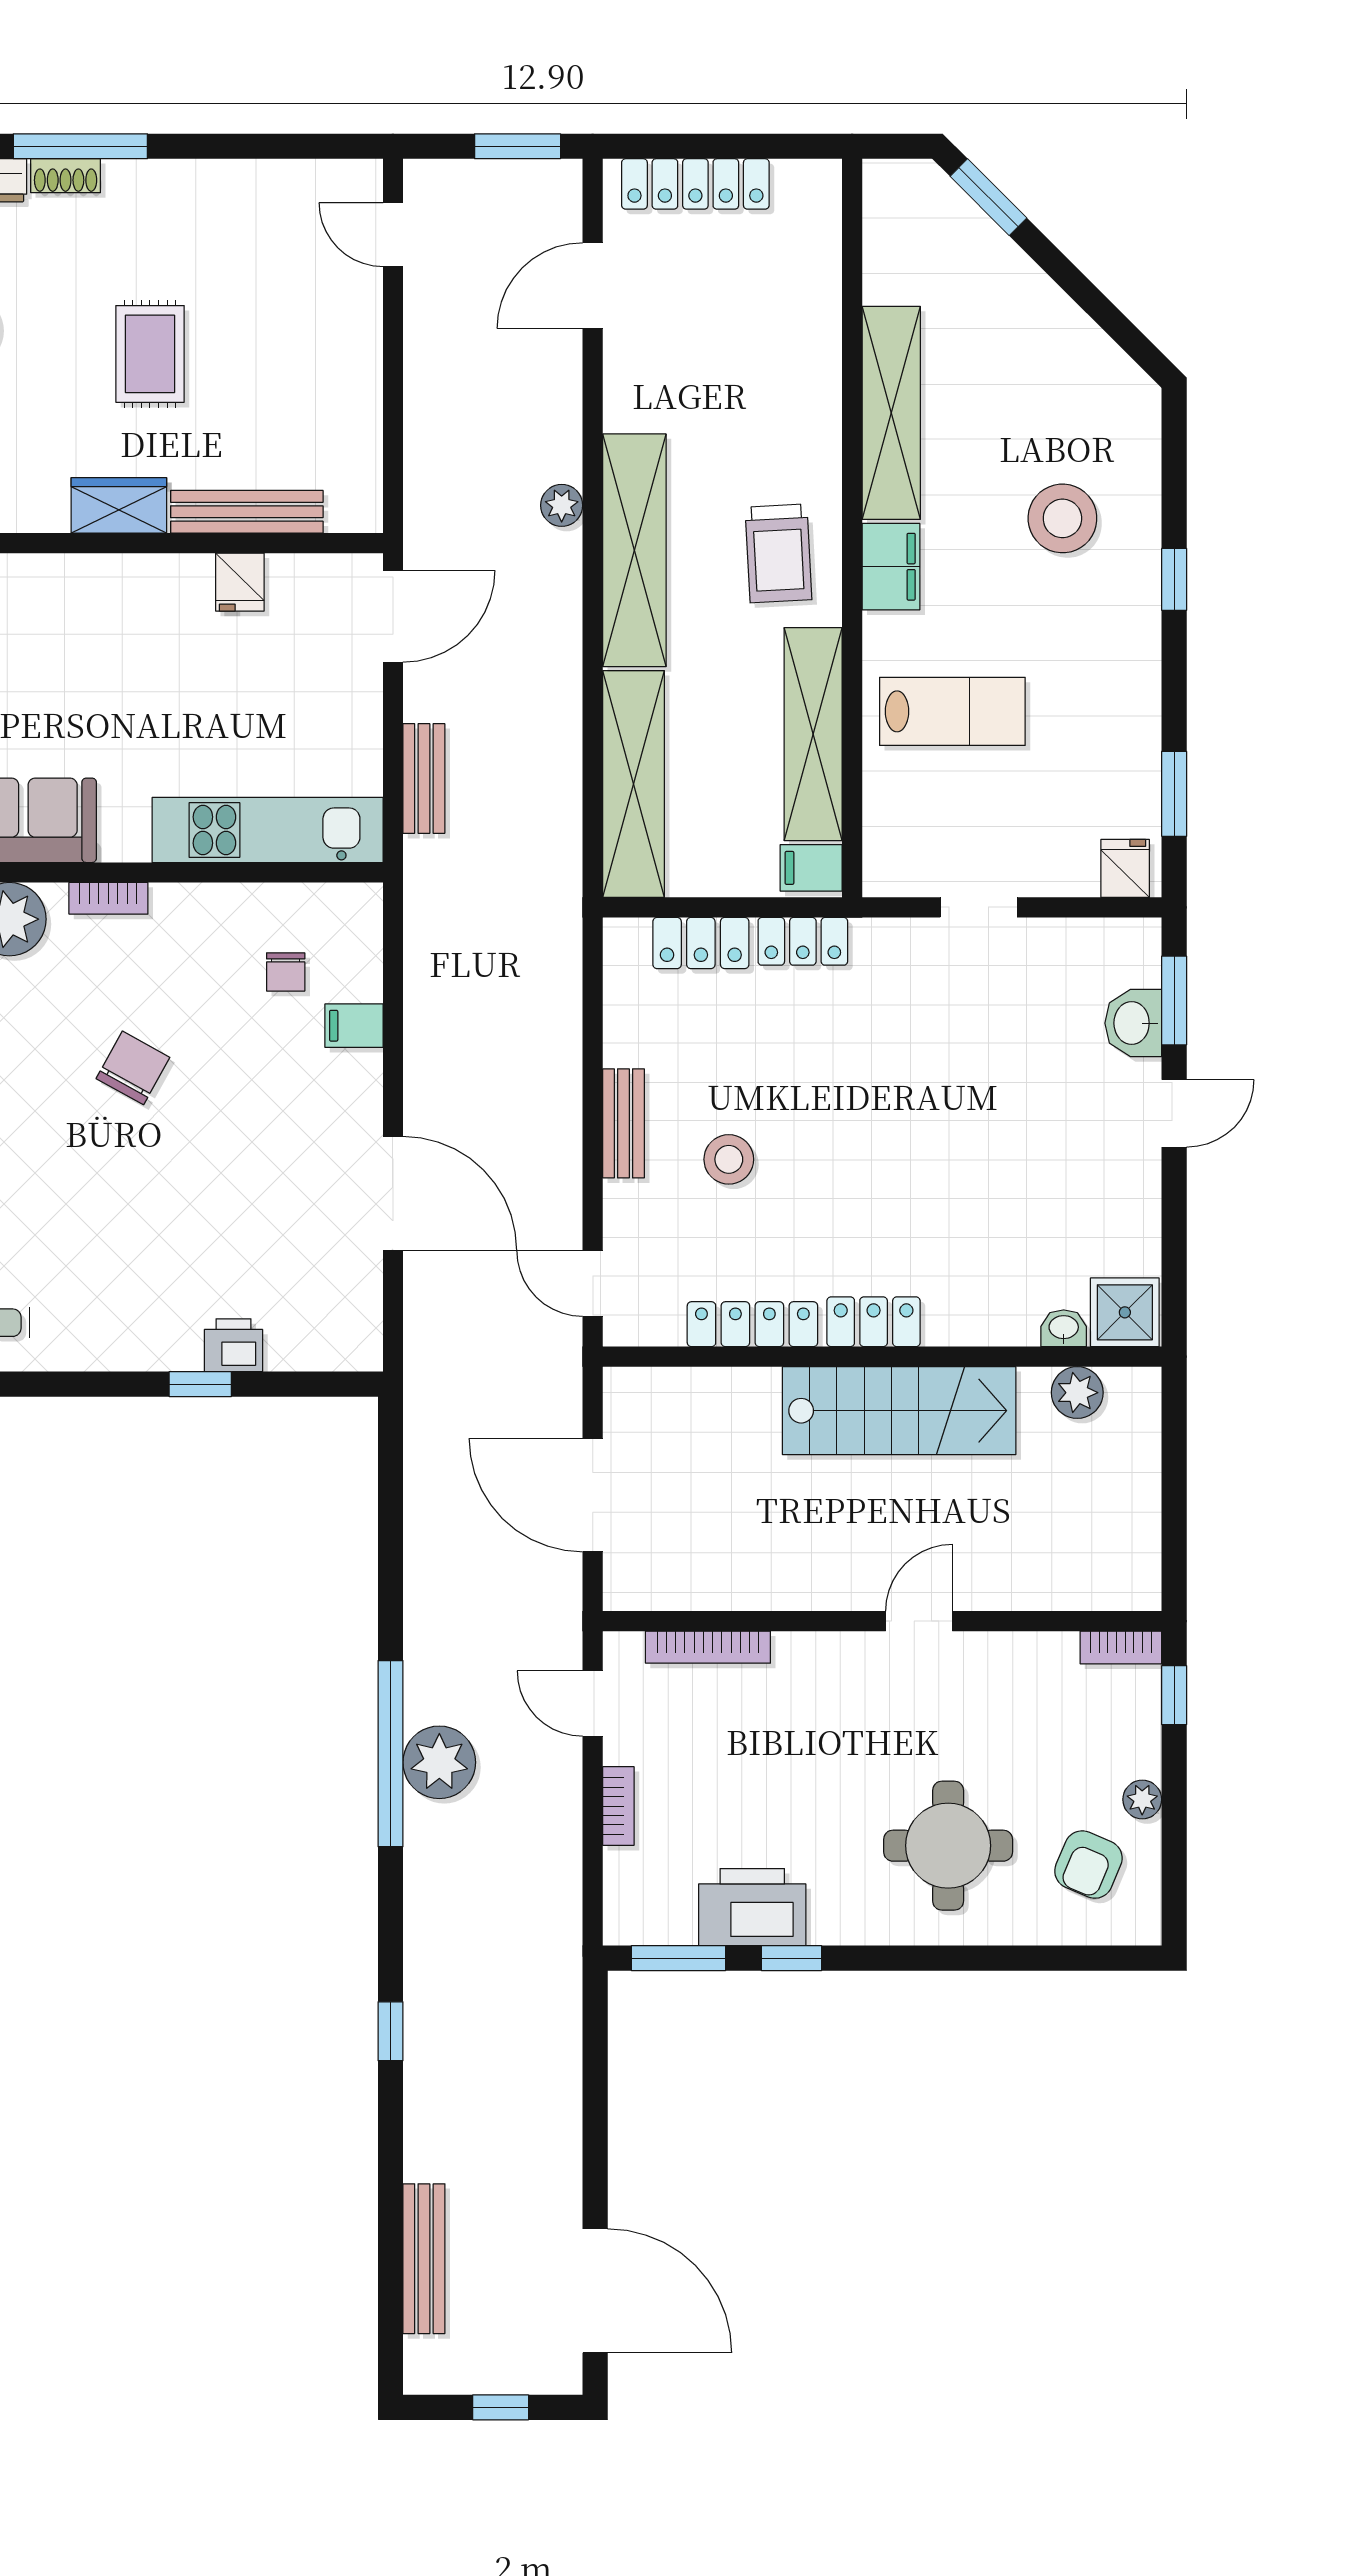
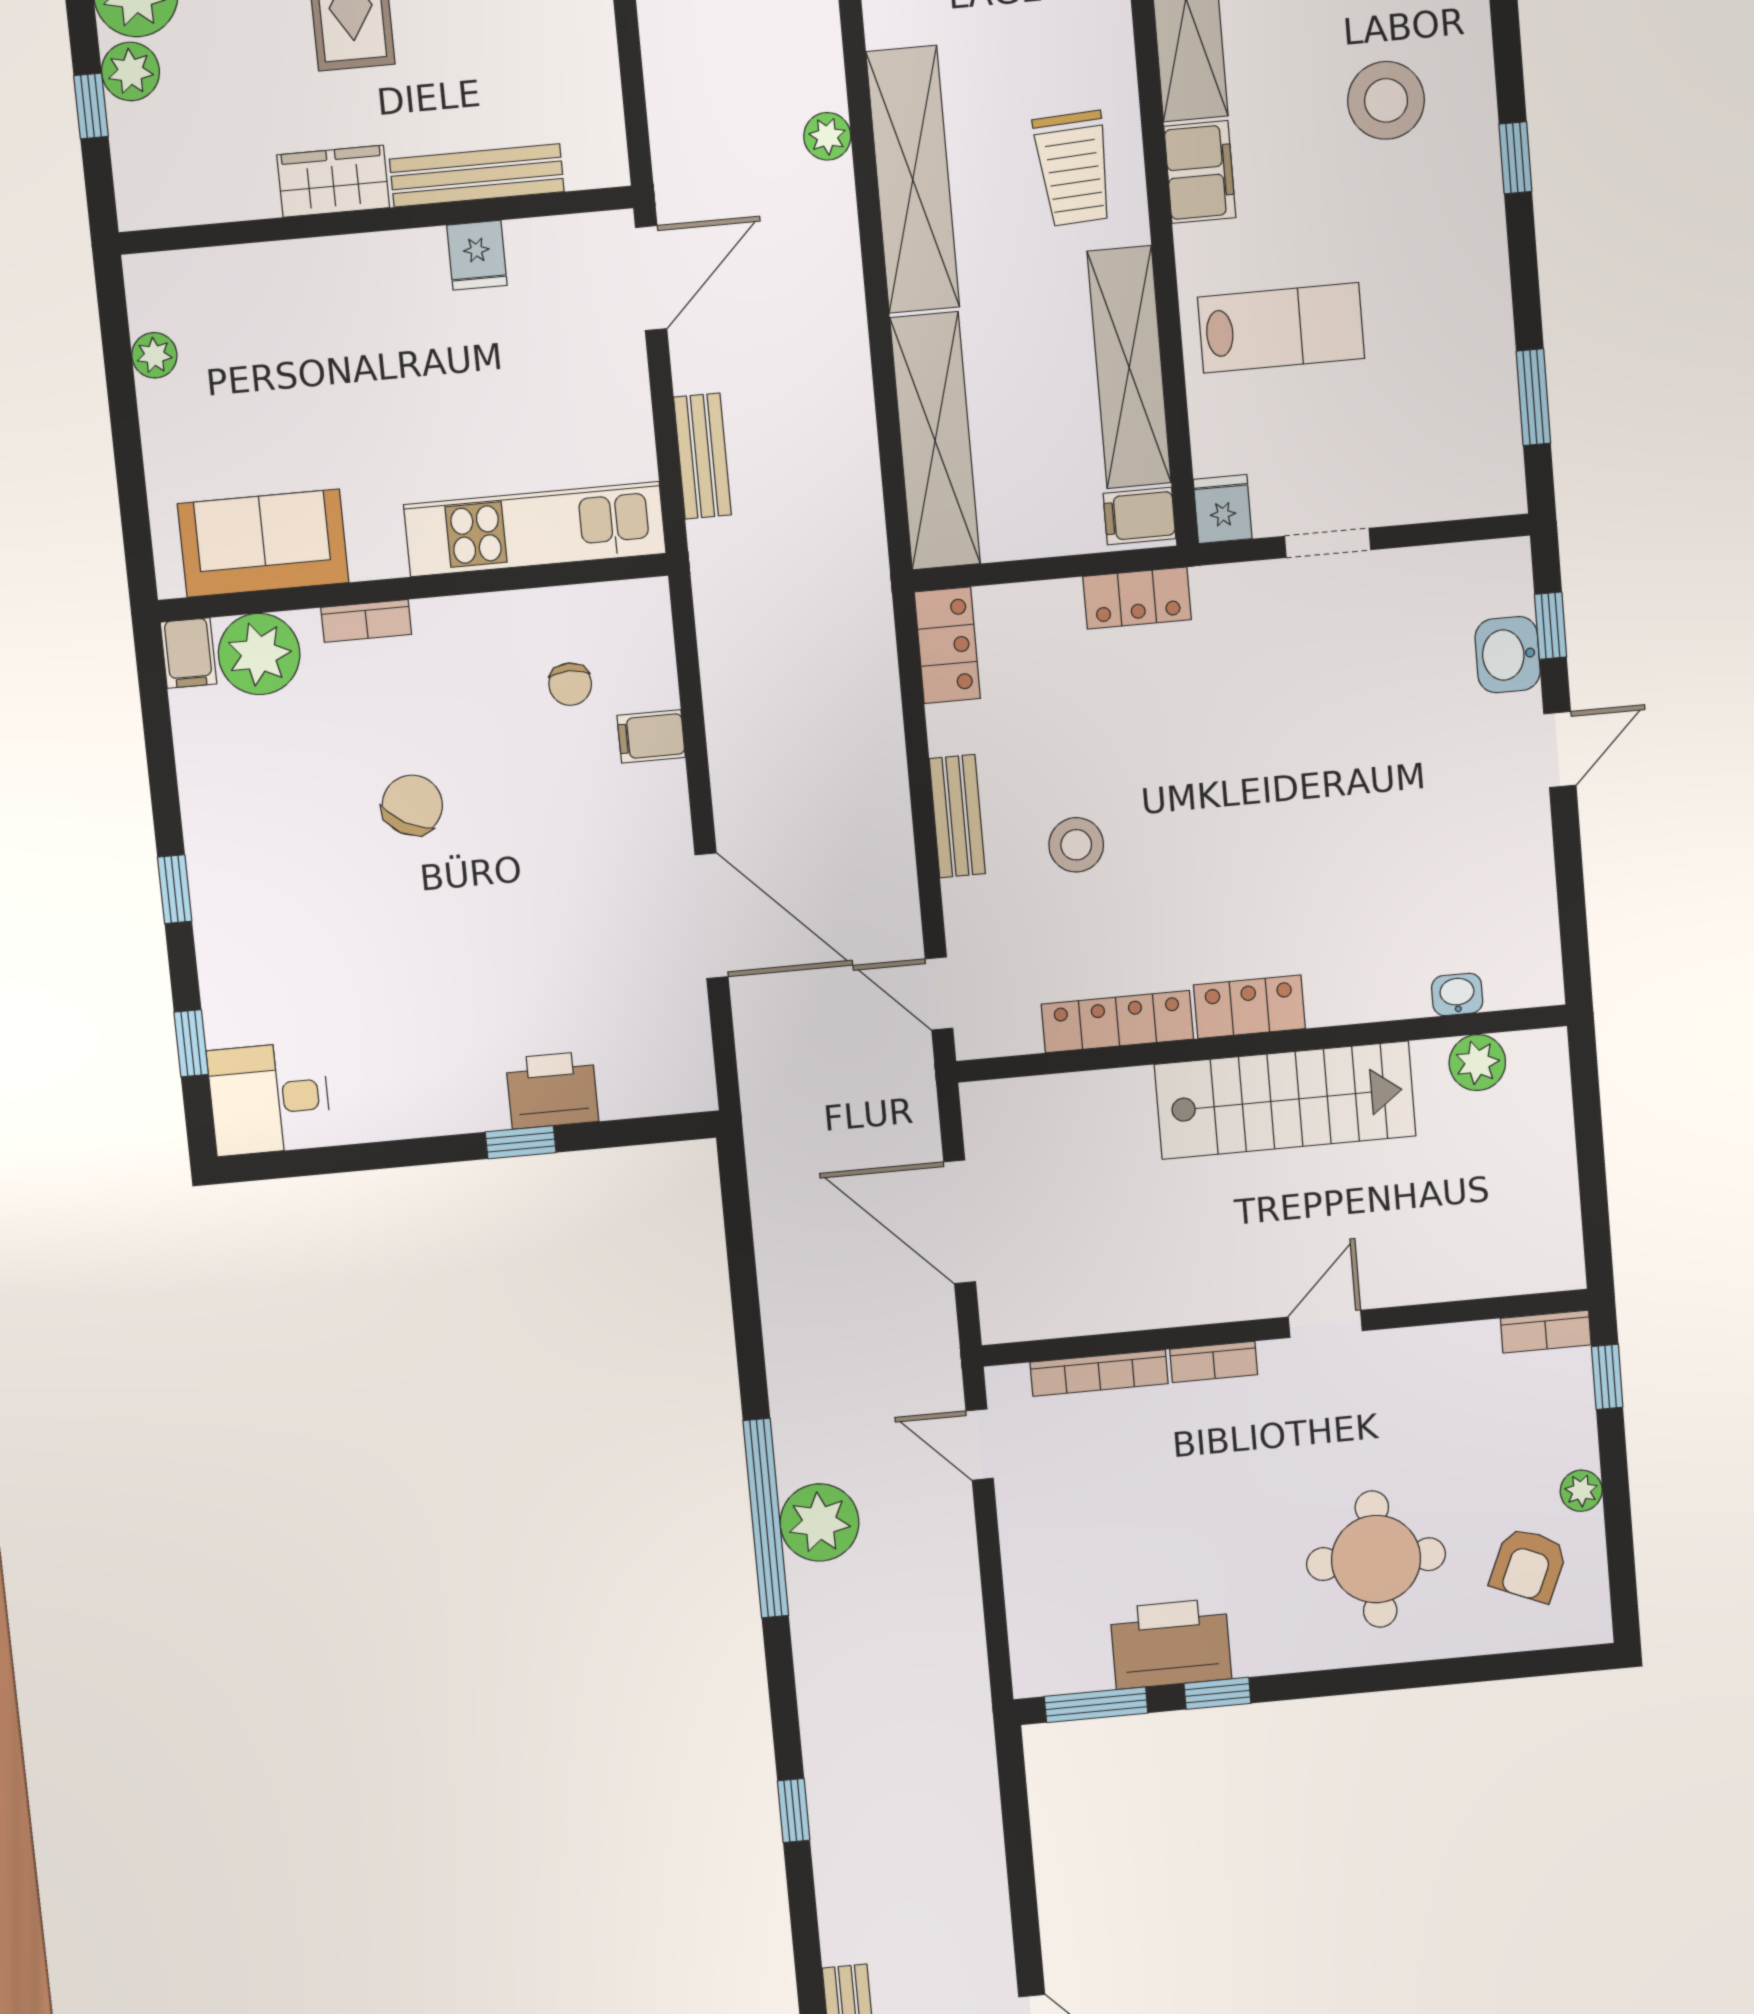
fridge: (1125, 868) -> (1223, 509), moved
locker: (701, 943) -> (947, 645), moved, turned -90
window: (1174, 1000) -> (1551, 626), width x0.67
shower: (1125, 1312) -> (1523, 971), removed
printer: (234, 1345) -> (552, 1090), width x1.36, depth x1.24
bookcase: (618, 1806) -> (1214, 1362), moved, turned 90

